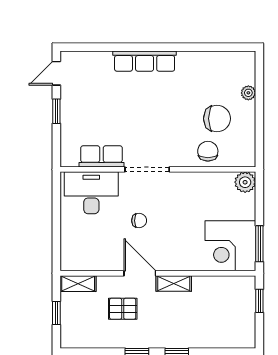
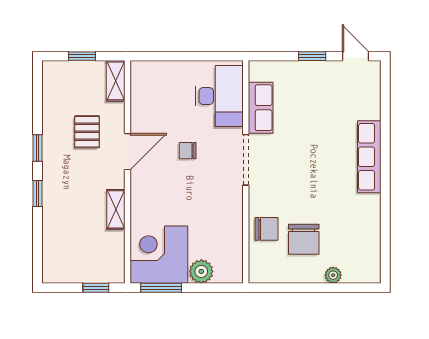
plant: (245, 182) -> (201, 271), moved
chair: (139, 221) -> (188, 151), turned 90
shelving: (174, 283) -> (116, 209), moved

